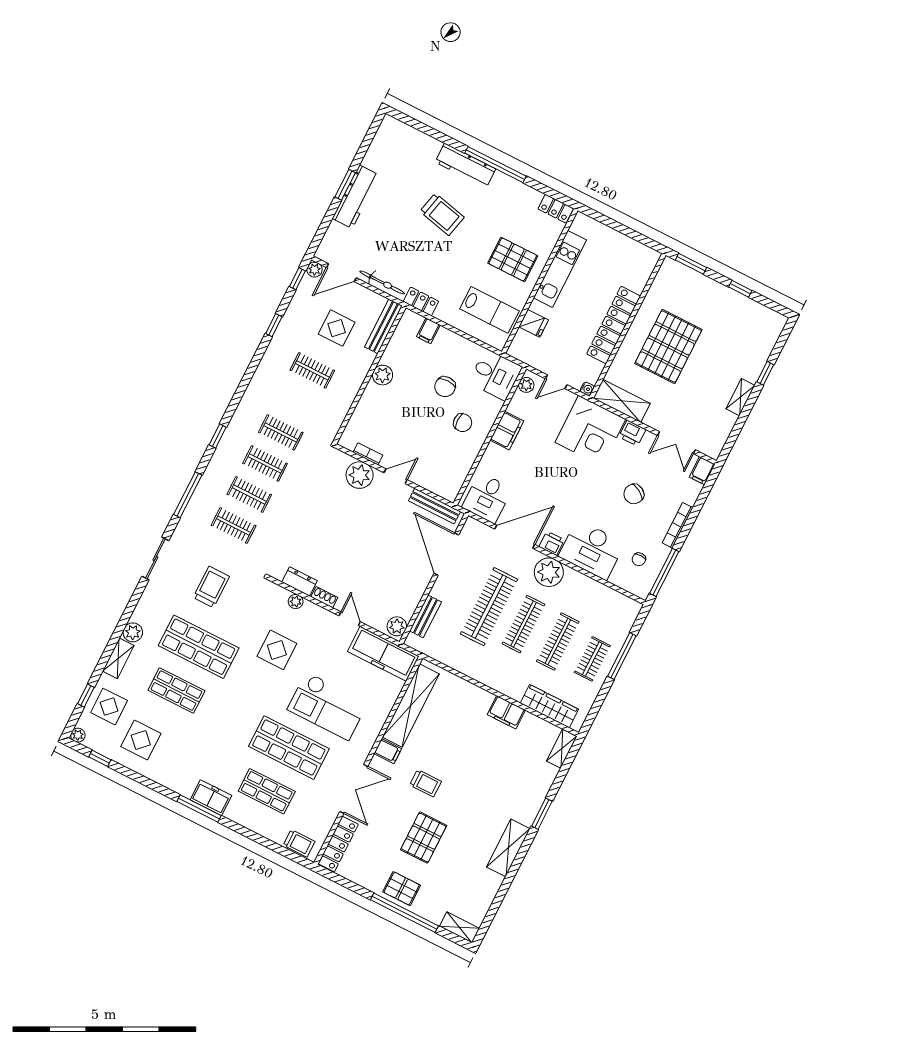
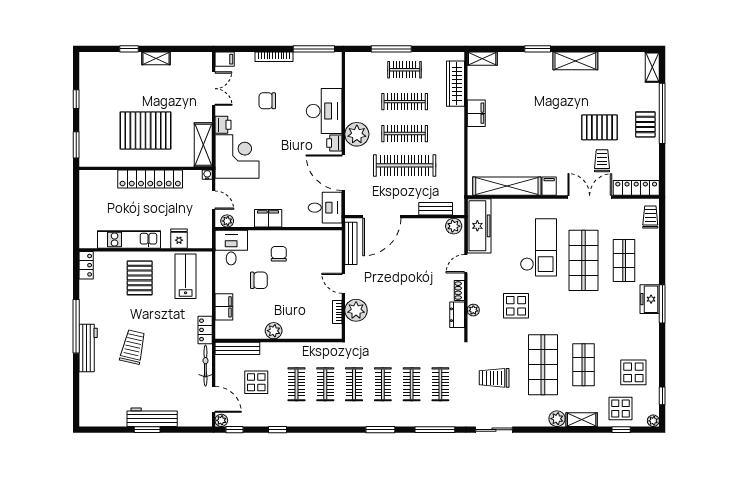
filing cabinet: (428, 331) -> (224, 307), width x2.00
clothes rail: (297, 401) -> (325, 384), added
window: (218, 436) -> (380, 430), width x1.50
chair: (634, 494) -> (267, 101), turned 149
chair: (639, 559) -> (314, 73), removed
trolley: (426, 783) -> (602, 161), moved

